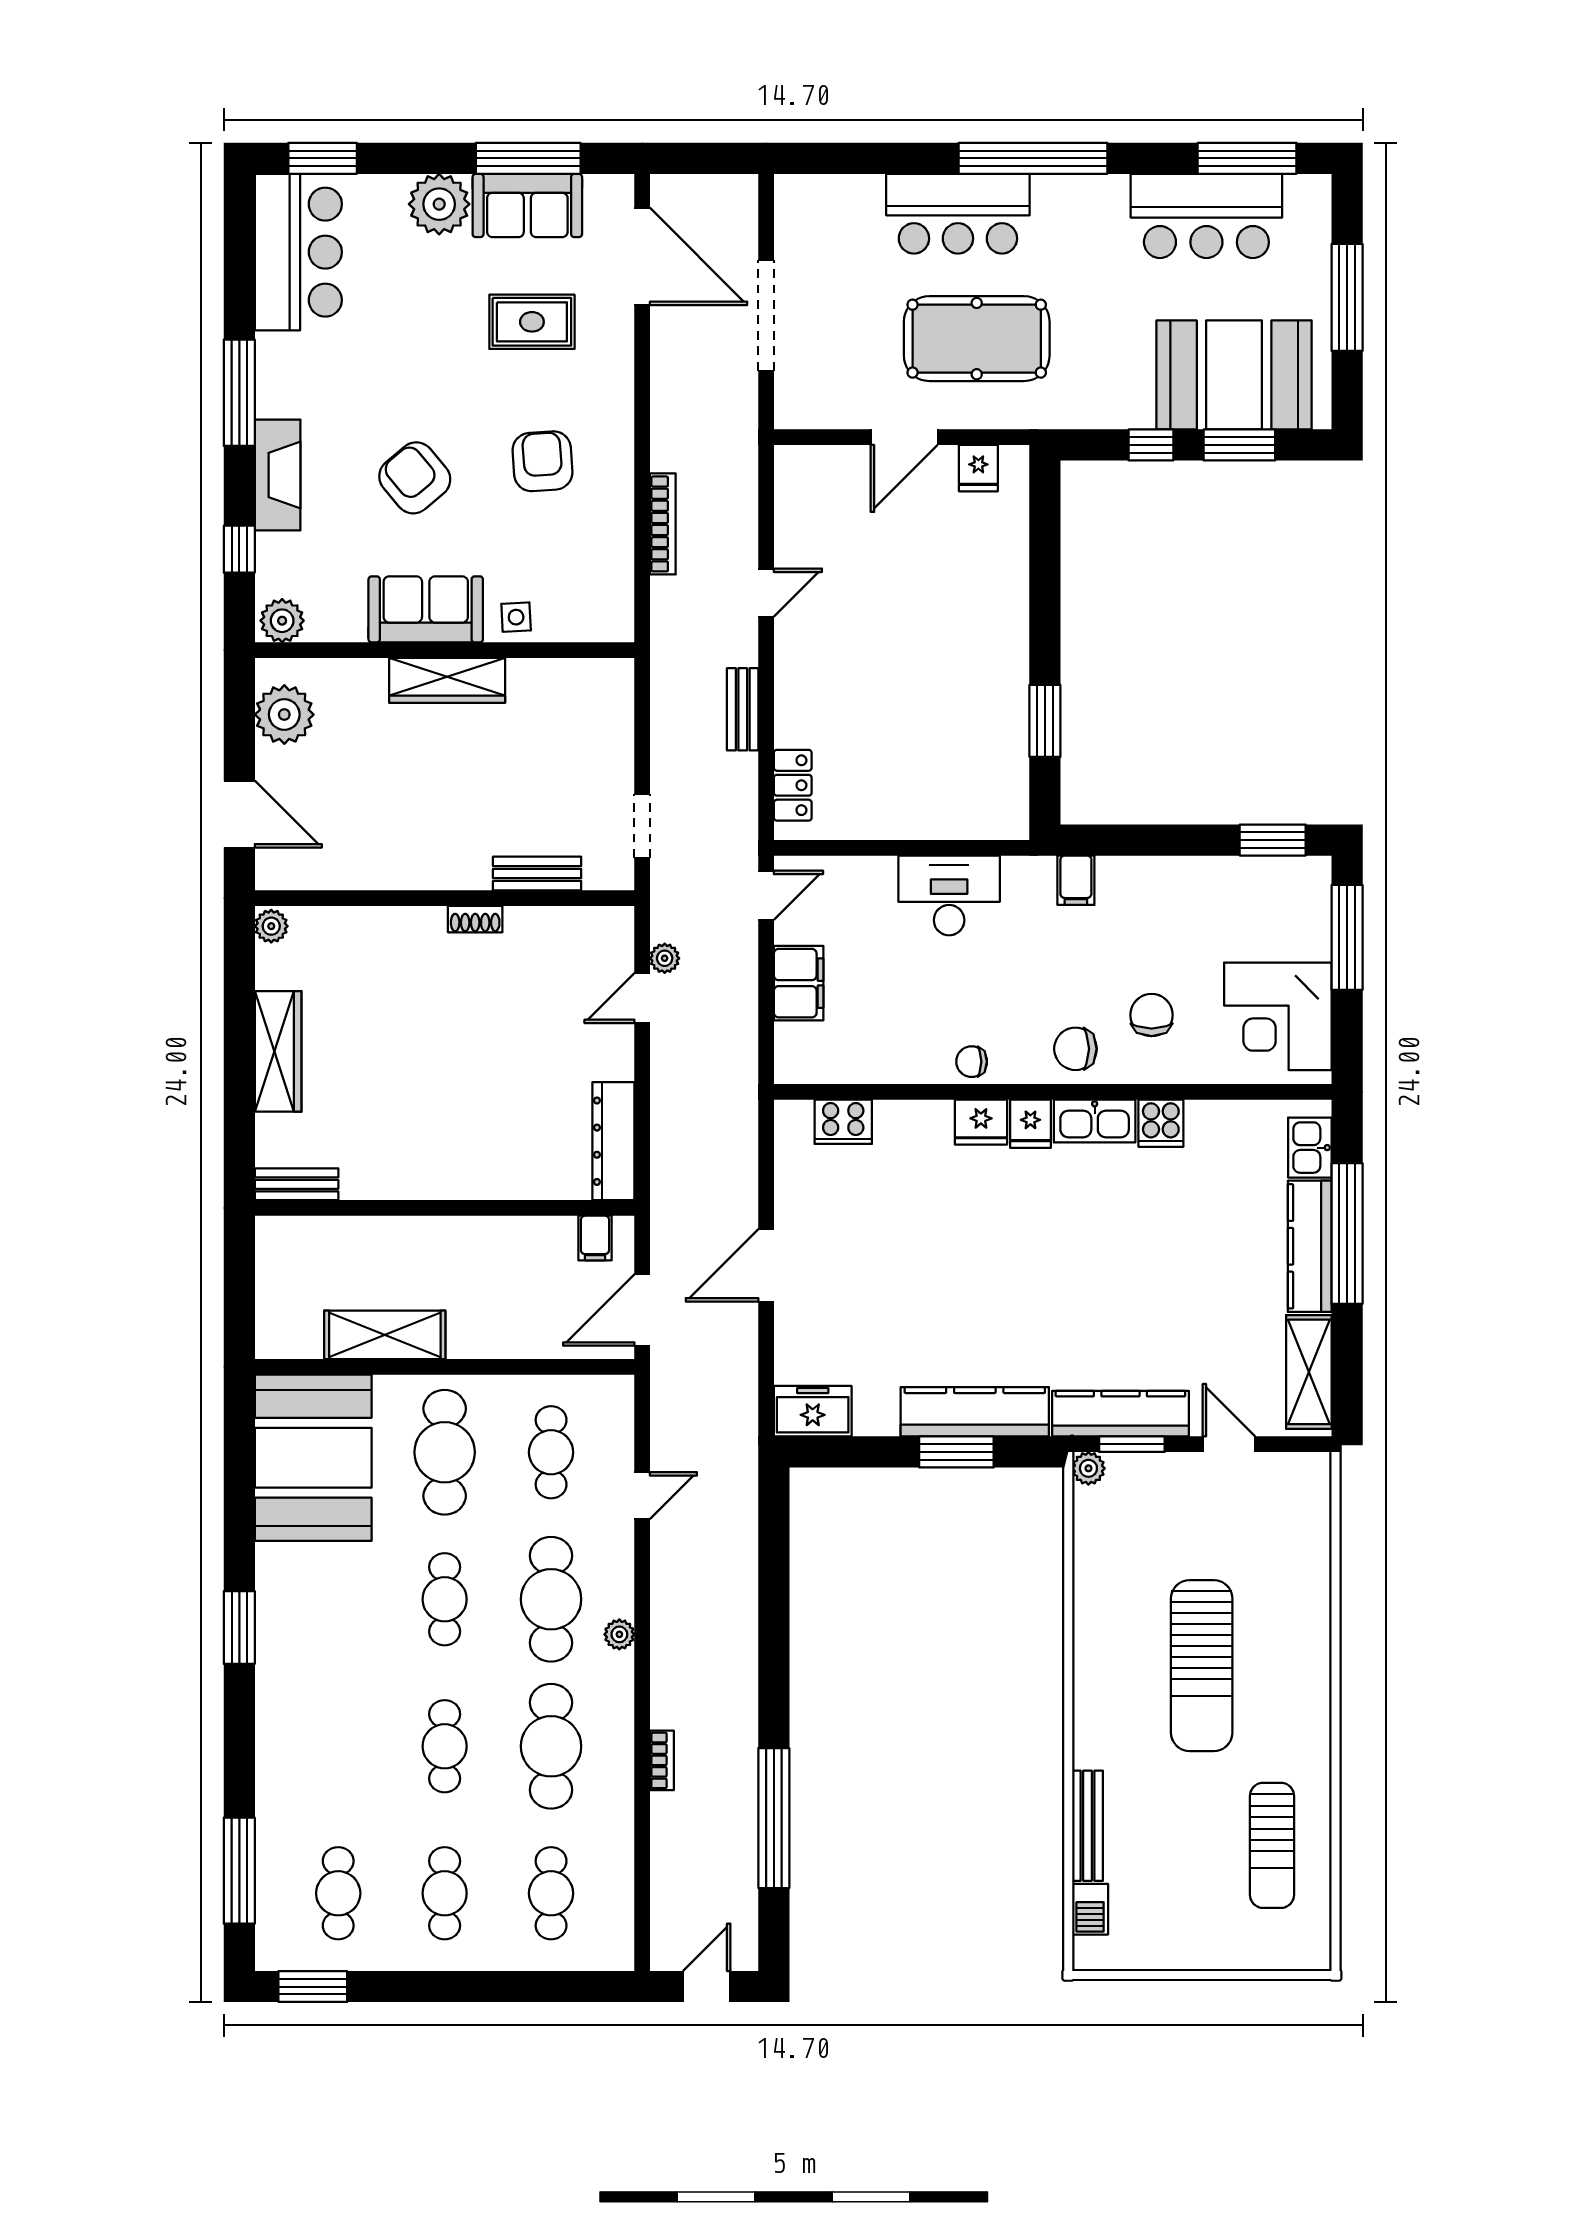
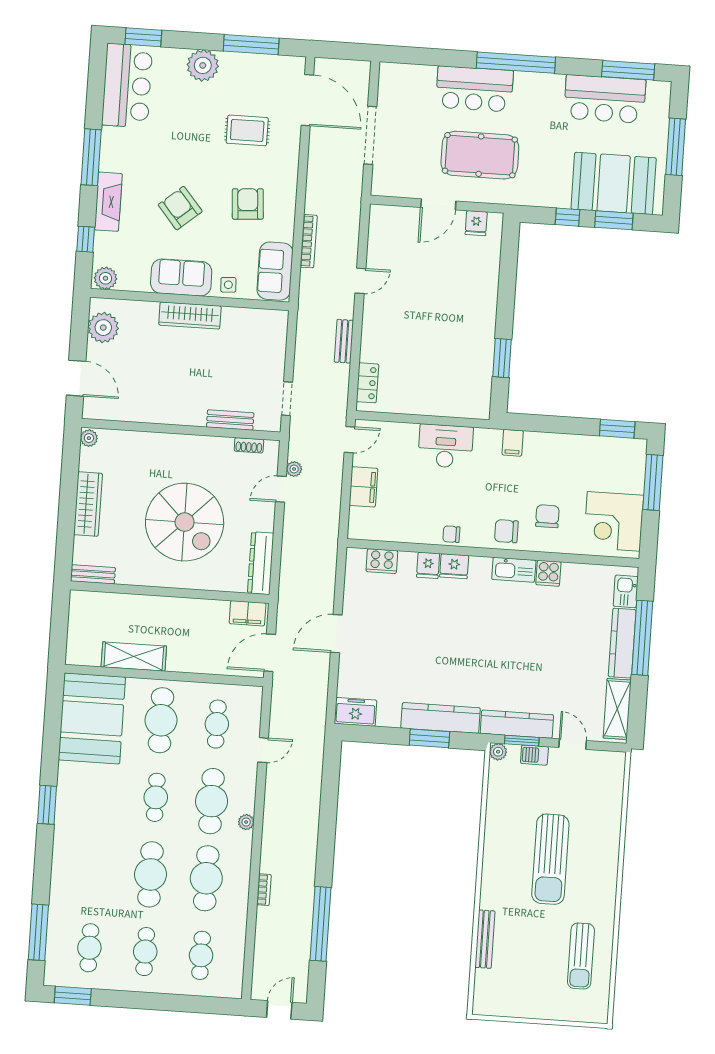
sofa: (527, 205) -> (275, 271), moved, turned 90
shoe rack: (475, 919) -> (249, 445), moved
spiral stairs: (464, 1073) -> (185, 522), added
fridge: (1030, 1124) -> (428, 565), moved
filing cabinet: (595, 1238) -> (248, 613), width x2.00
cafe table: (445, 1746) -> (150, 874), width x1.37, depth x1.35
barbecue: (1090, 1909) -> (534, 755), moved, turned 90

